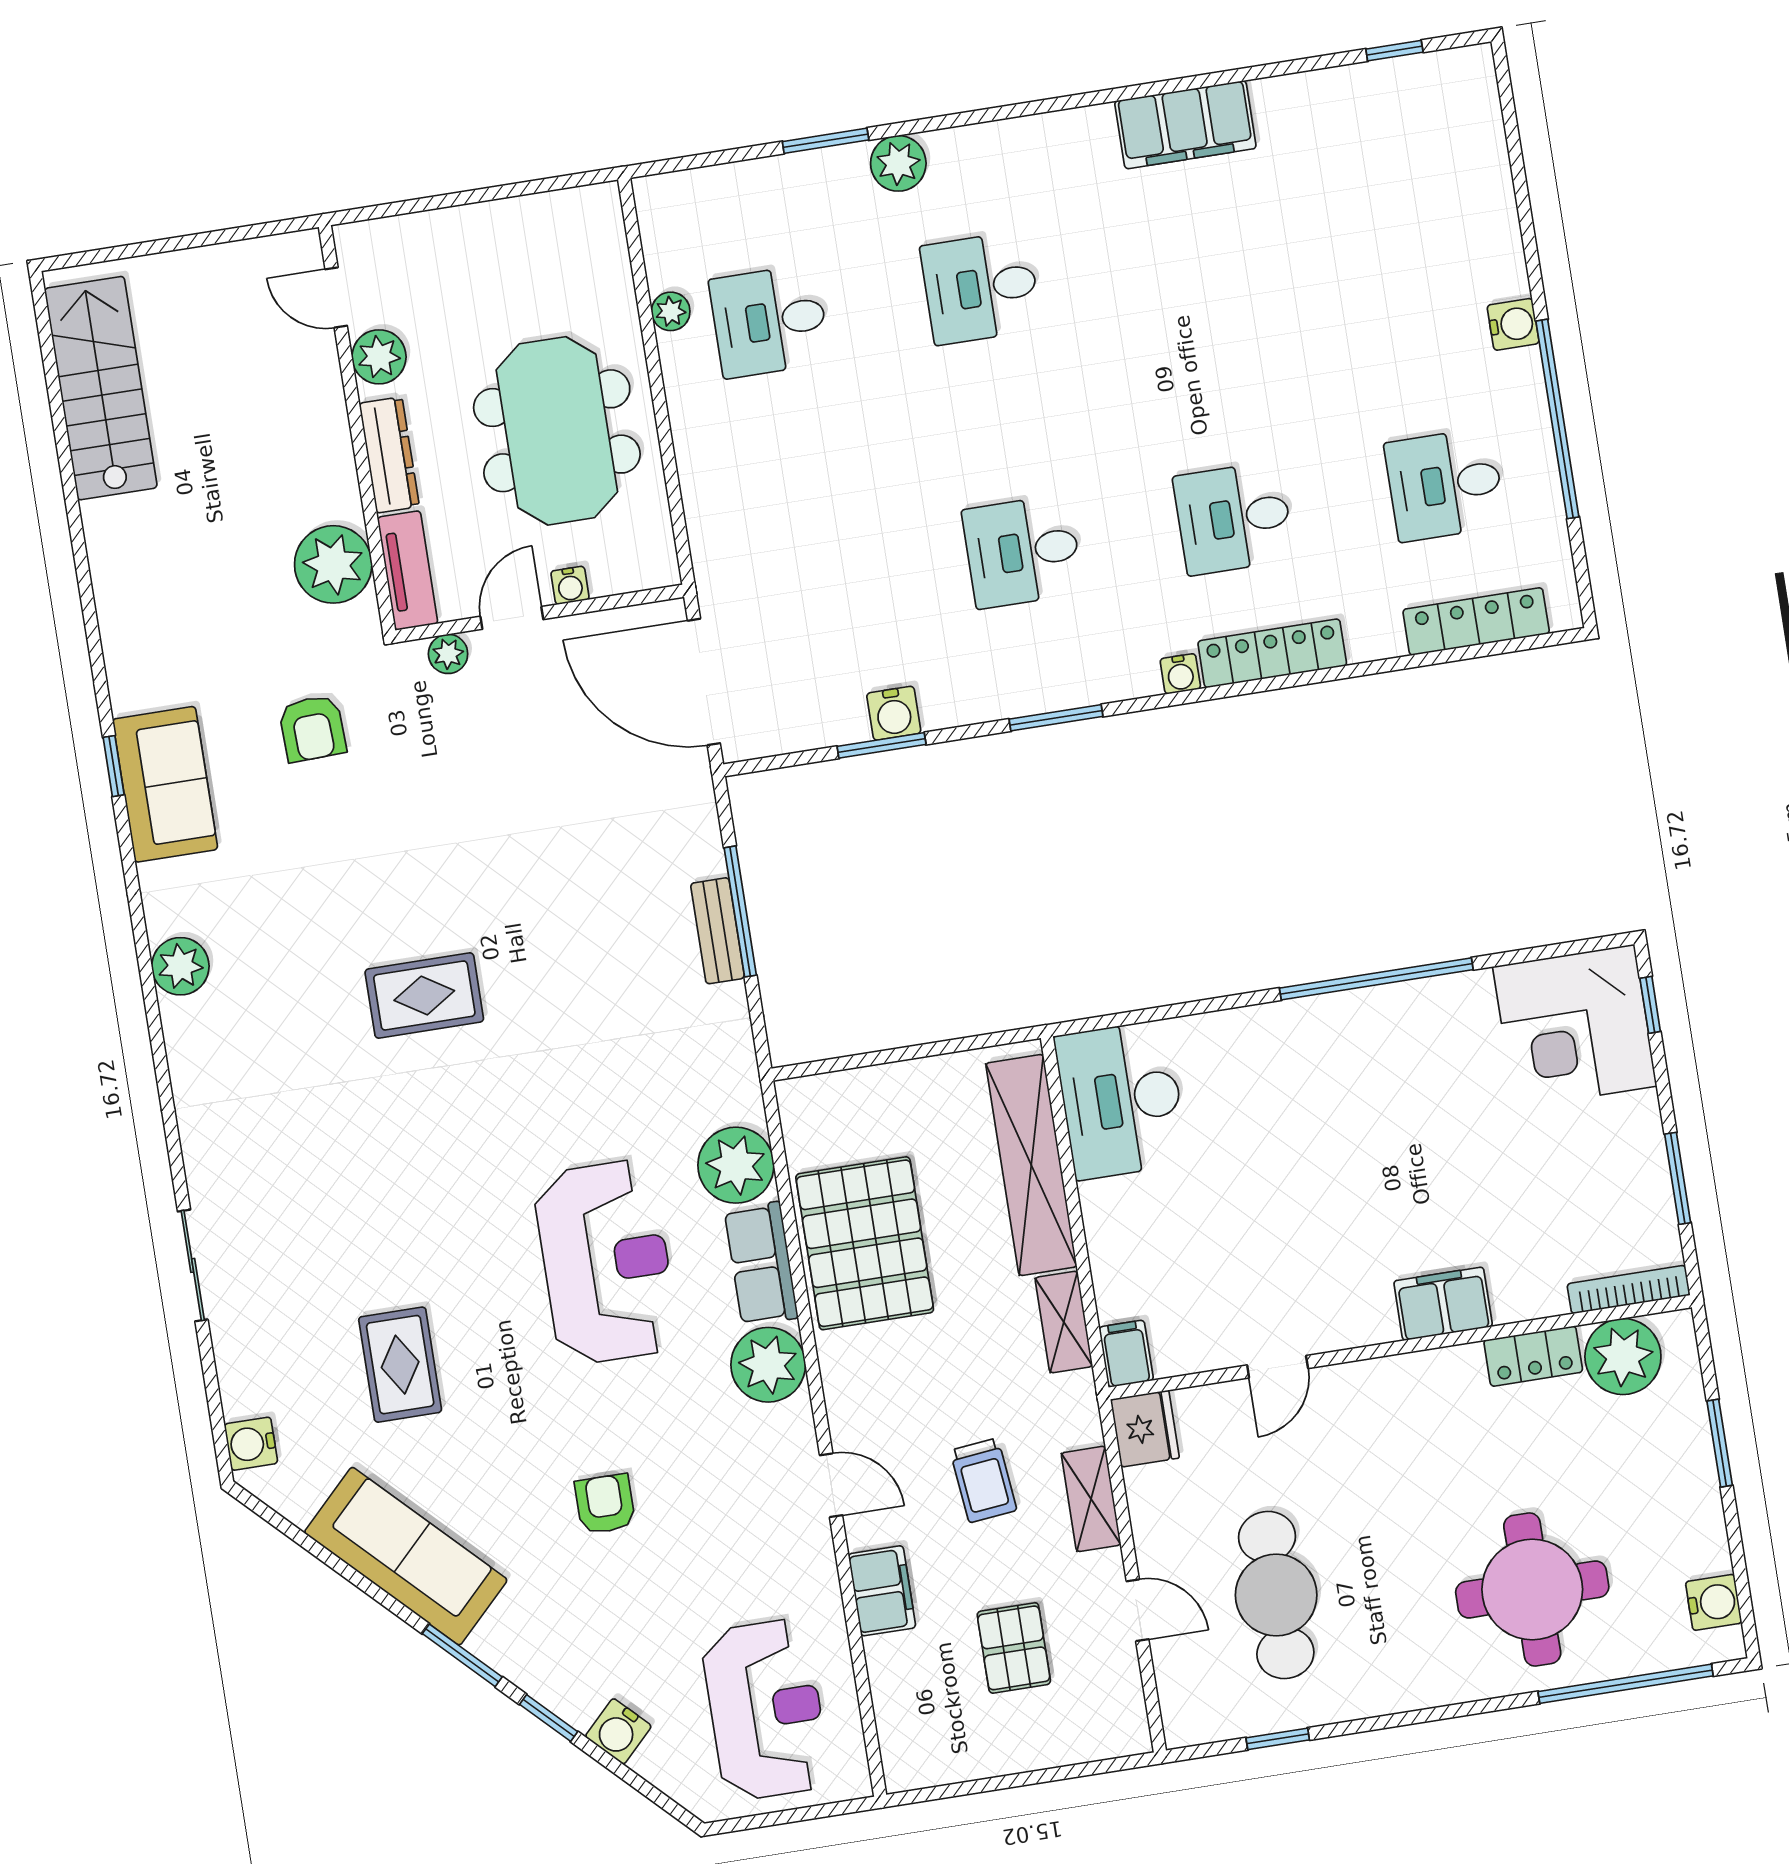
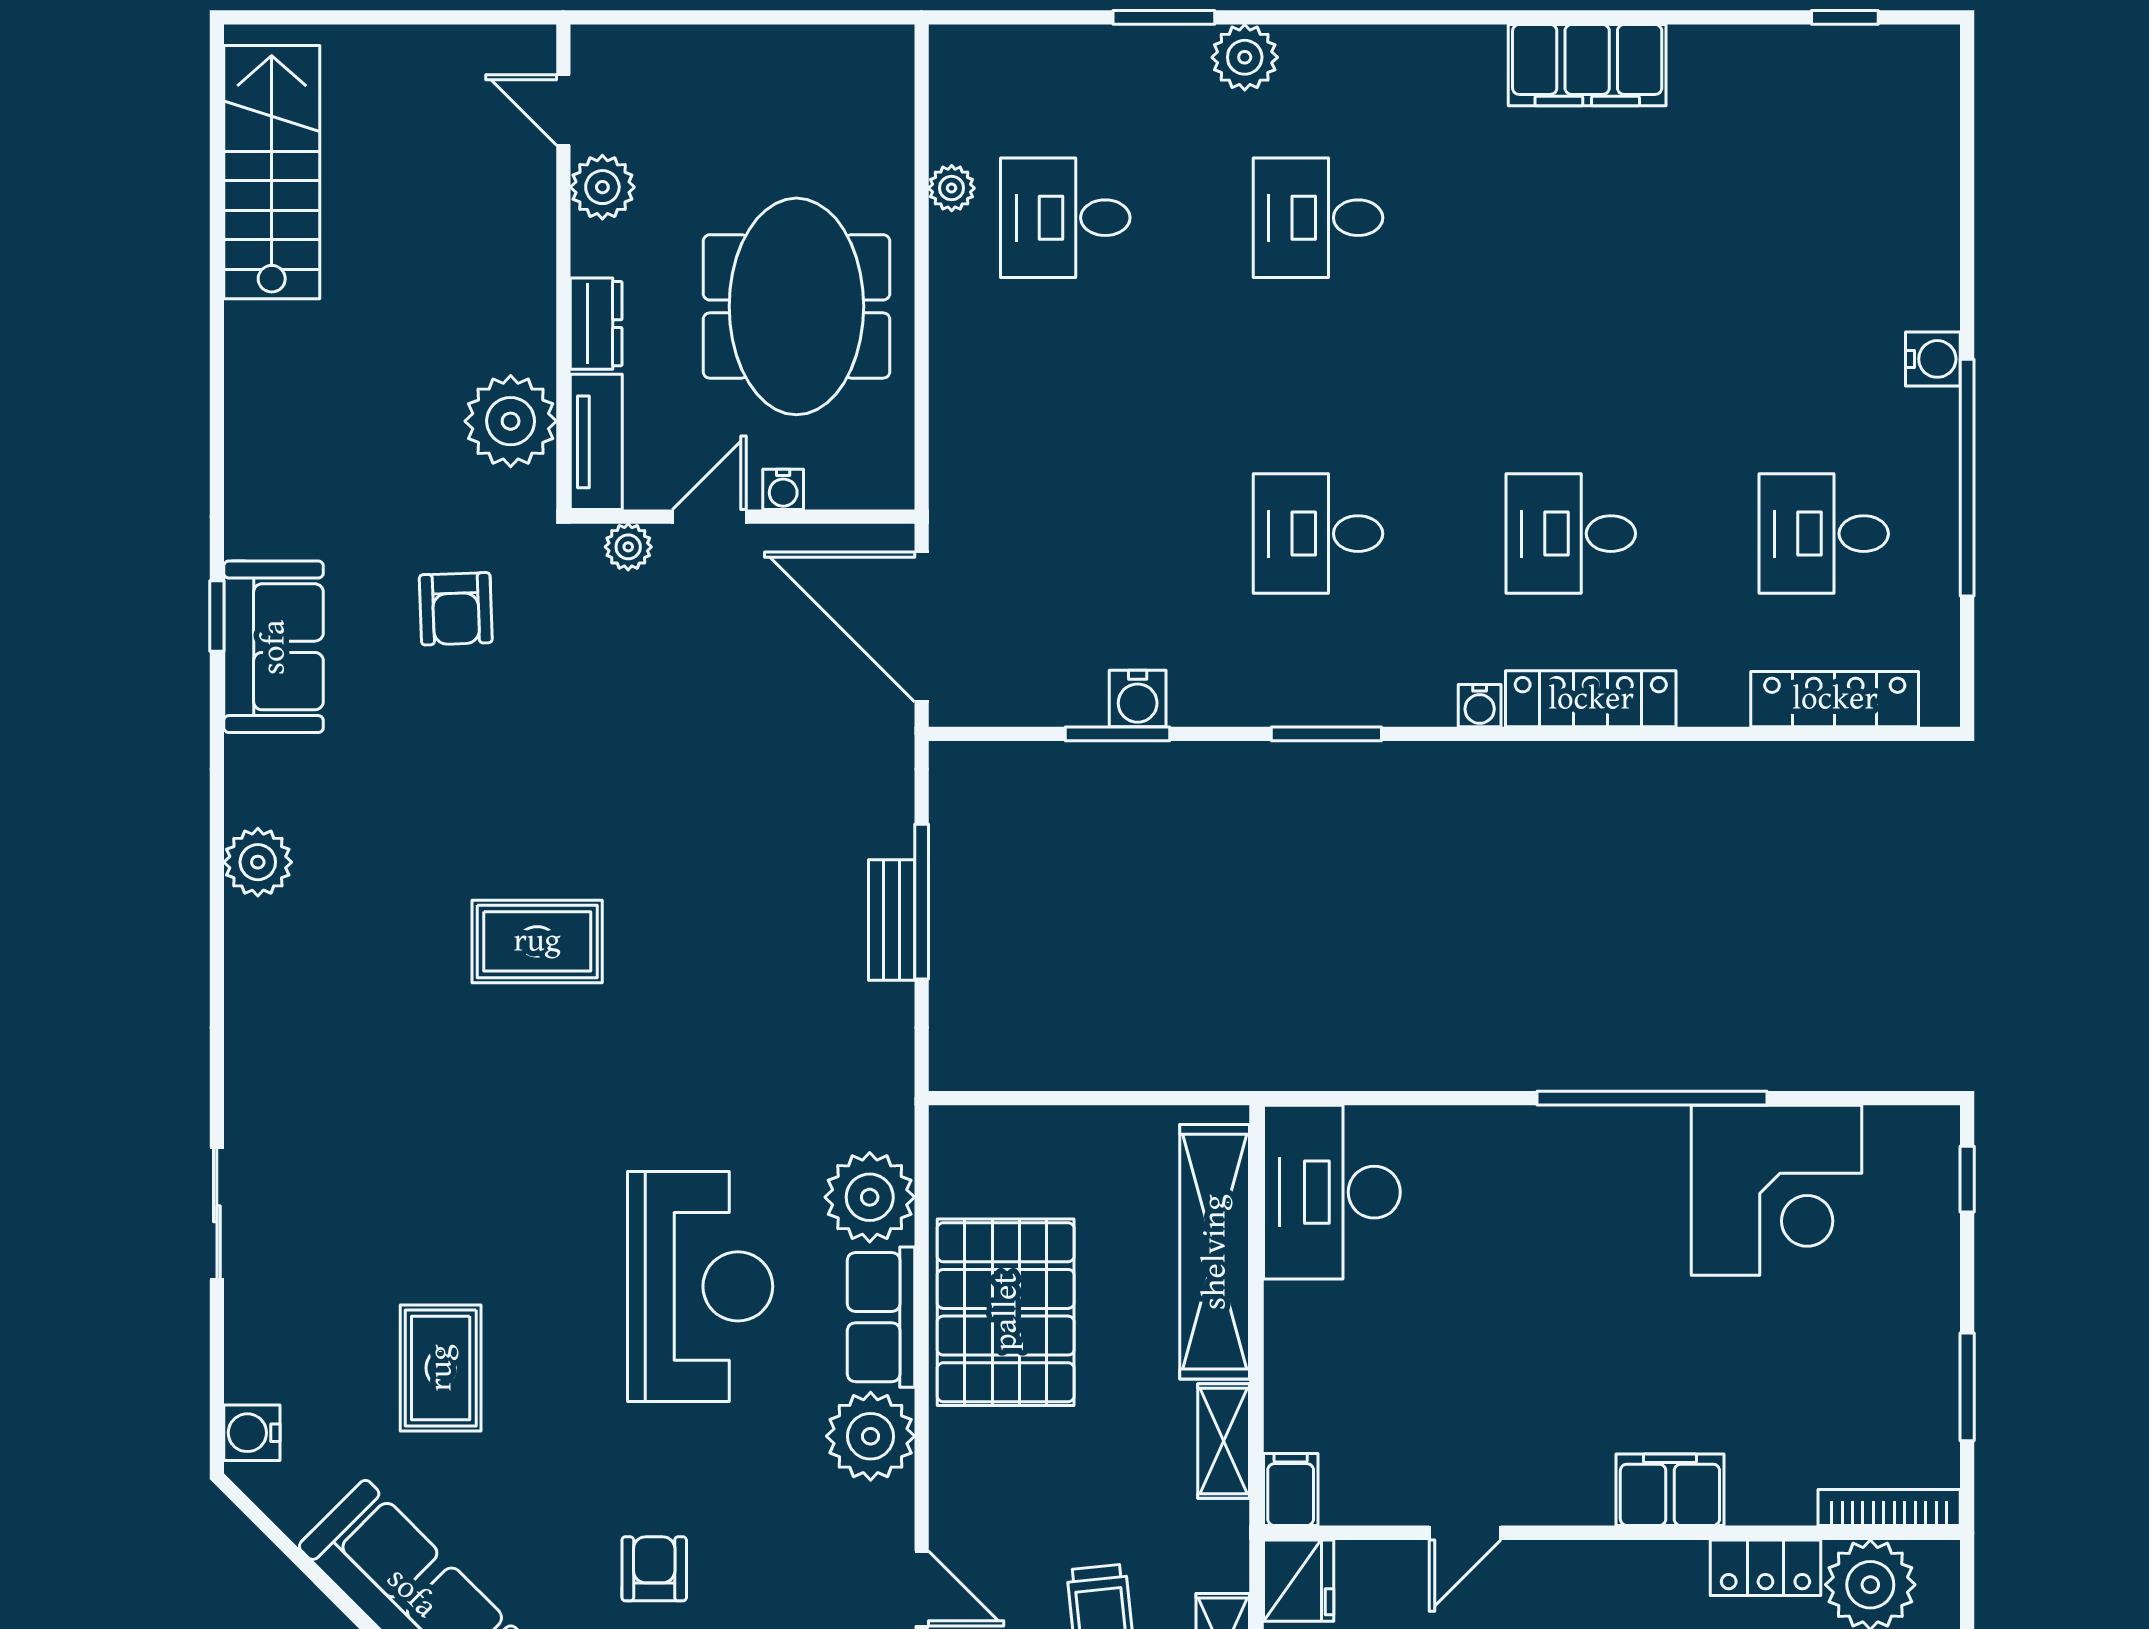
dresser: (389, 455) -> (596, 324), width x0.70
corner desk: (1575, 1026) -> (1777, 1190), moved, turned -90

